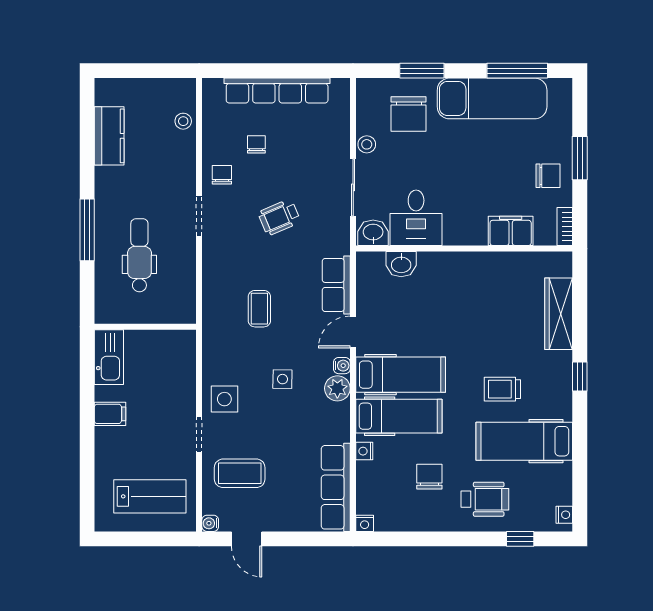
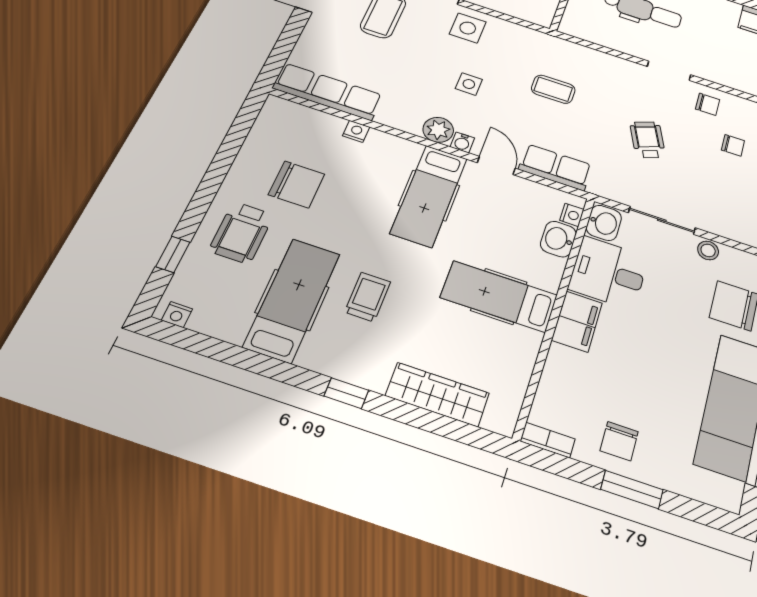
filing cabinet: (511, 231) -> (577, 322), moved
hospital bed: (399, 416) -> (499, 296), moved, turned 90
chair: (429, 477) -> (297, 184), width x1.37, depth x1.37
nightstand: (365, 523) -> (572, 215), moved, turned 180

